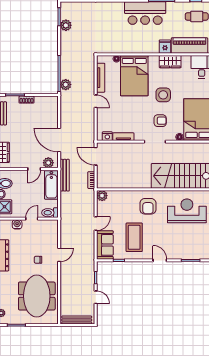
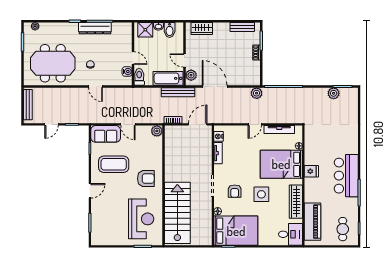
fridge: (165, 47) -> (311, 171), moved
wardrobe: (170, 62) -> (296, 202), width x1.50
plant: (66, 85) -> (257, 93), moved
door: (59, 140) -> (215, 86), hinge flipped
armchair: (148, 206) -> (146, 179), turned 180
water cooler: (17, 224) -> (127, 72), moved

